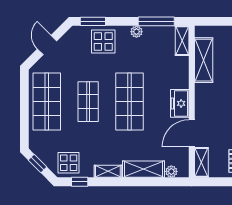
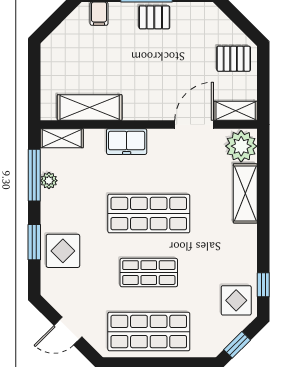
window: (93, 21) -> (34, 242), moved
plant: (136, 32) -> (49, 181), moved
freezer: (180, 103) -> (127, 142), moved
door: (192, 133) -> (194, 125), swing flipped
shelving: (108, 171) -> (248, 244), removed
plant: (171, 171) -> (241, 146), width x1.87, depth x1.87

